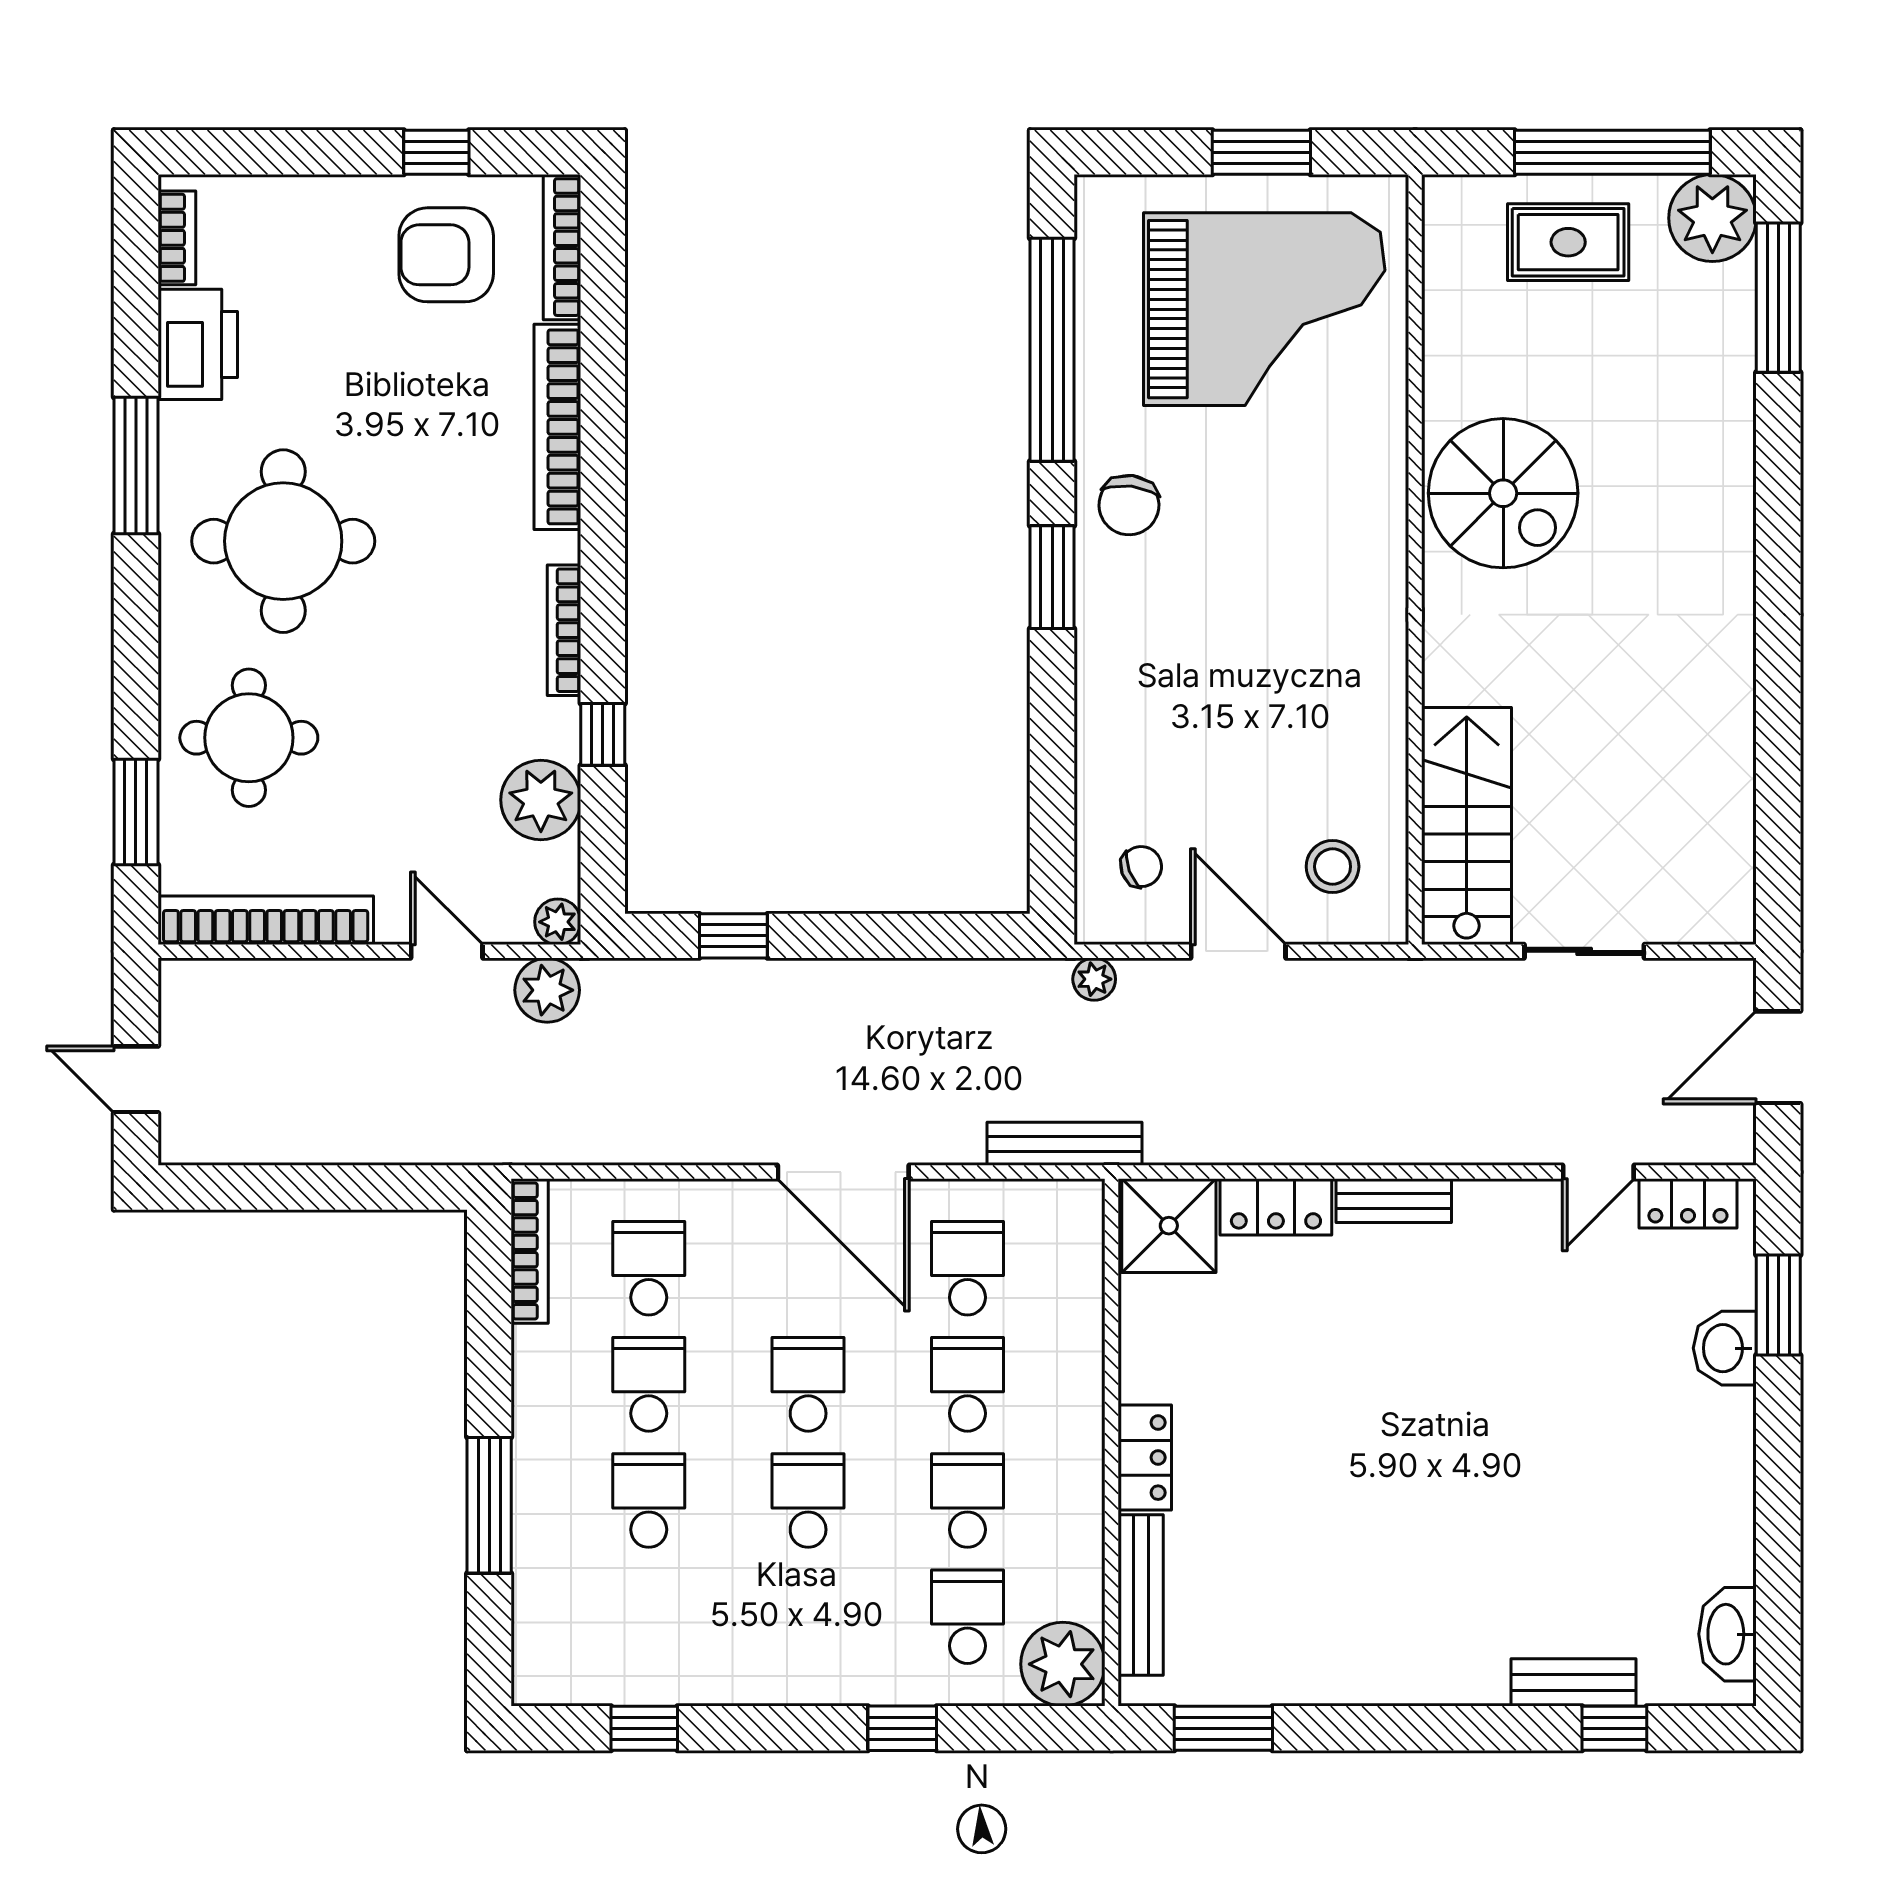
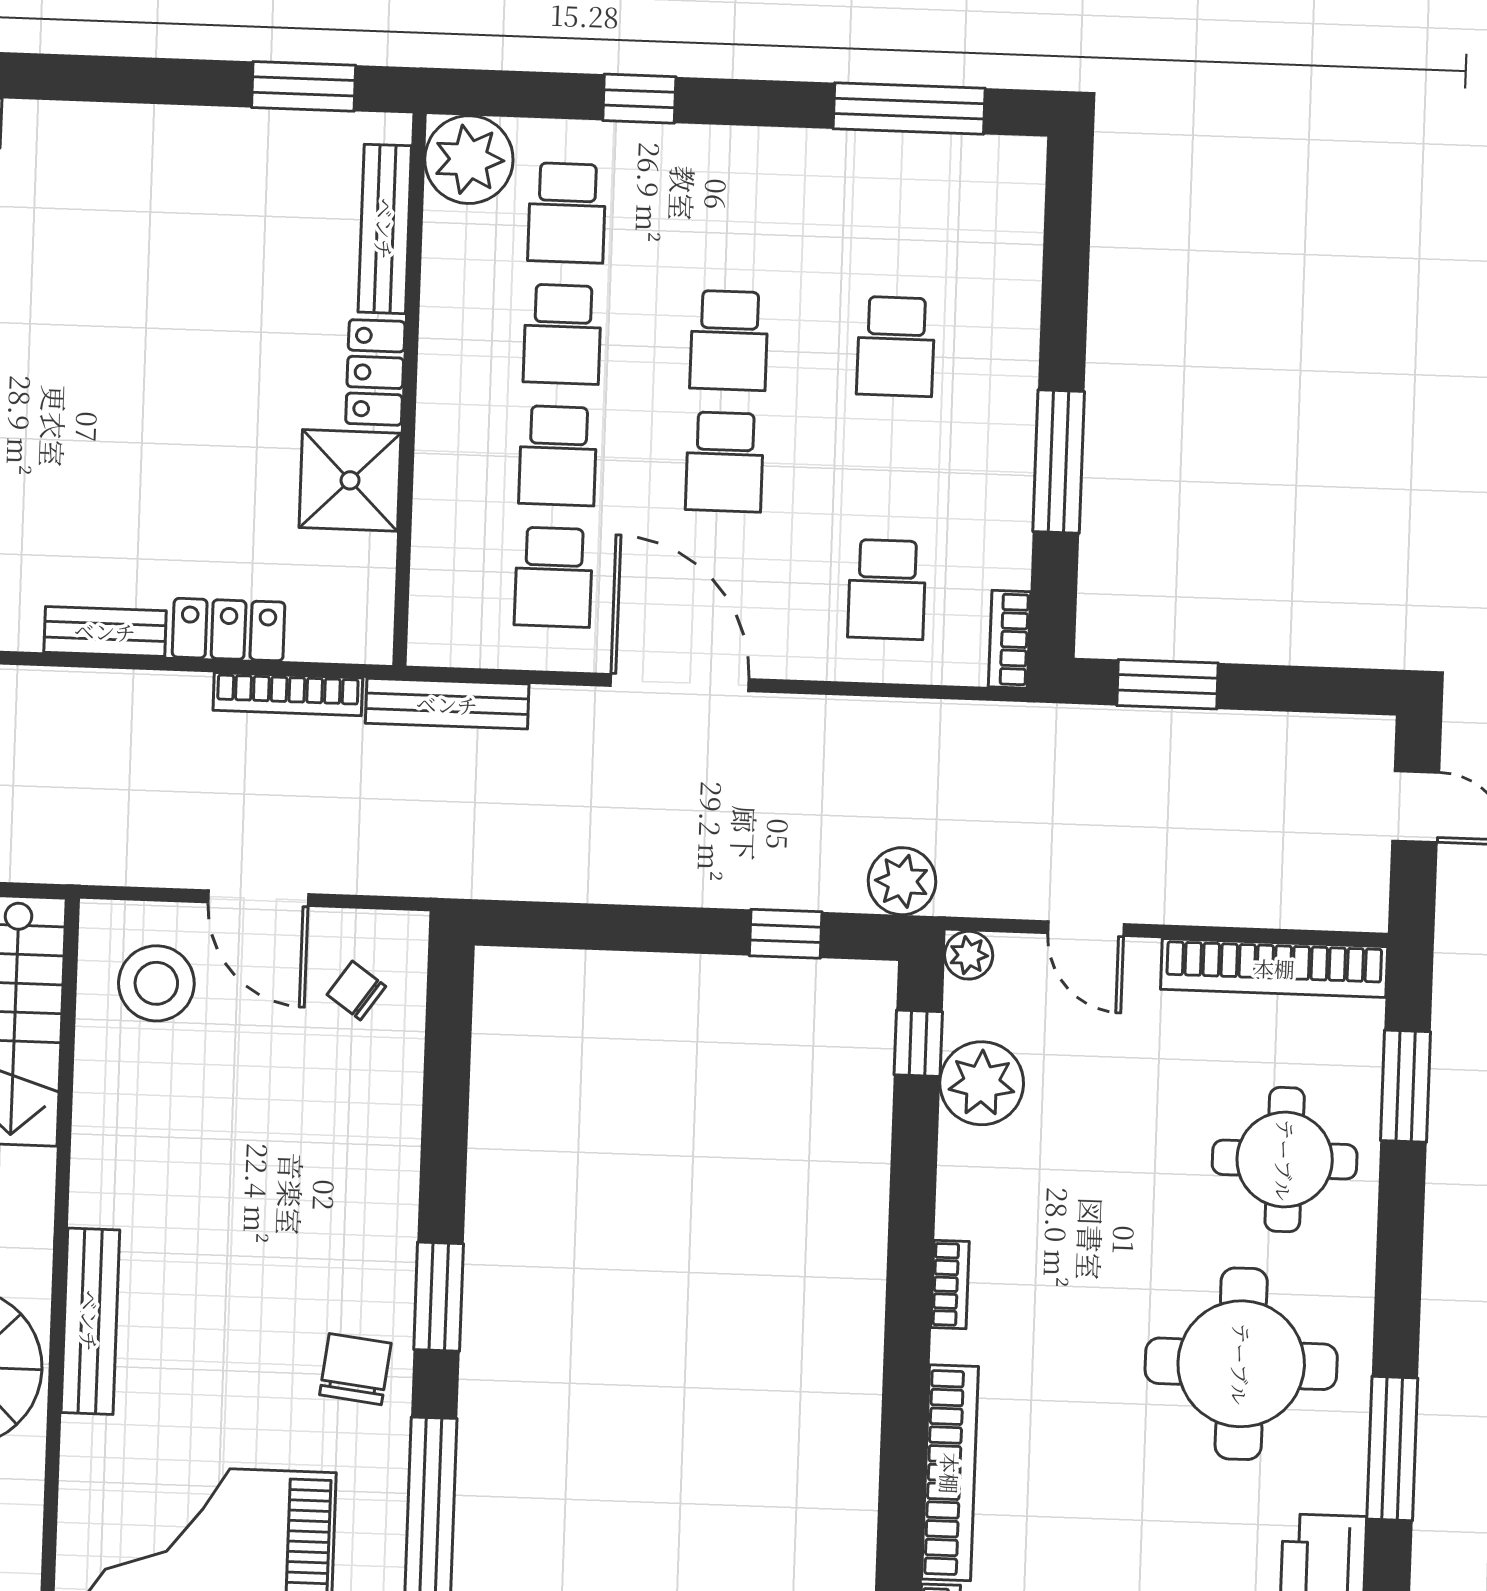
bench: (1384, 541) -> (90, 1321), added
bookcase: (564, 630) -> (950, 1284), width x0.64
window: (603, 734) -> (918, 1043), moved
chair: (1141, 867) -> (356, 991), turned 56
stool: (1333, 867) -> (156, 983), width x1.38, depth x1.38
plant: (1094, 979) -> (410, 875), removed
plant: (547, 990) -> (902, 881), moved
bookcase: (1217, 1147) -> (288, 694), added
window: (377, 1188) -> (1167, 684), added
shower: (1169, 1226) -> (350, 480), moved
bookcase: (530, 1251) -> (1010, 639), width x0.64
school desk: (649, 1384) -> (891, 468), removed
window: (489, 1505) -> (1059, 462), moved
window: (644, 1728) -> (909, 109), width x2.17

